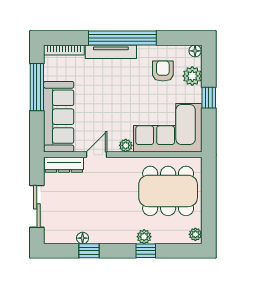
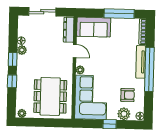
sofa: (59, 117) -> (94, 27), width x0.73
plant: (144, 237) -> (22, 50), moved
window: (89, 251) -> (13, 59), moved

